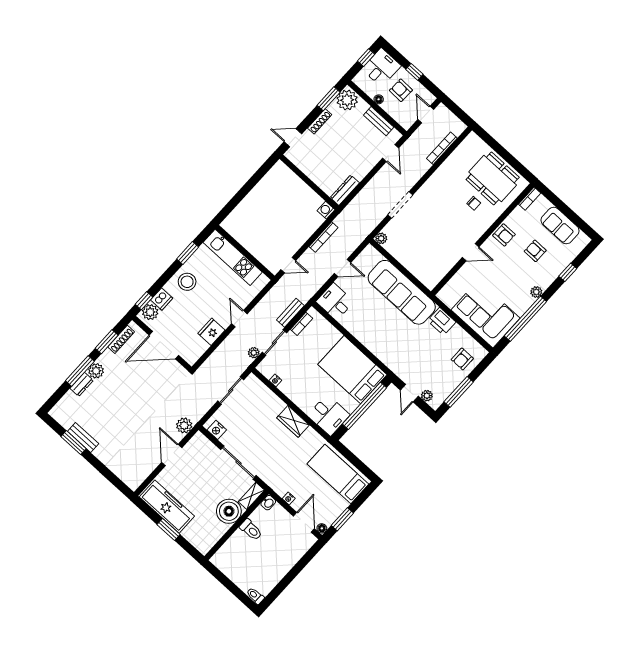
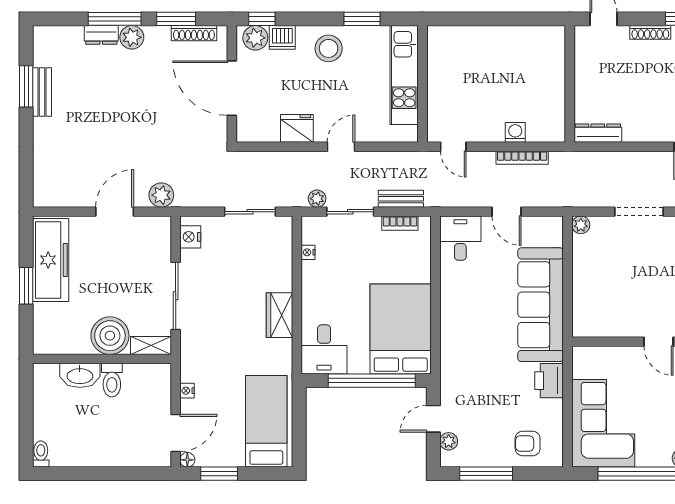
washing machine: (326, 210) -> (515, 132), moved
washbasin: (268, 503) -> (80, 375), moved, width x1.91, depth x1.45

